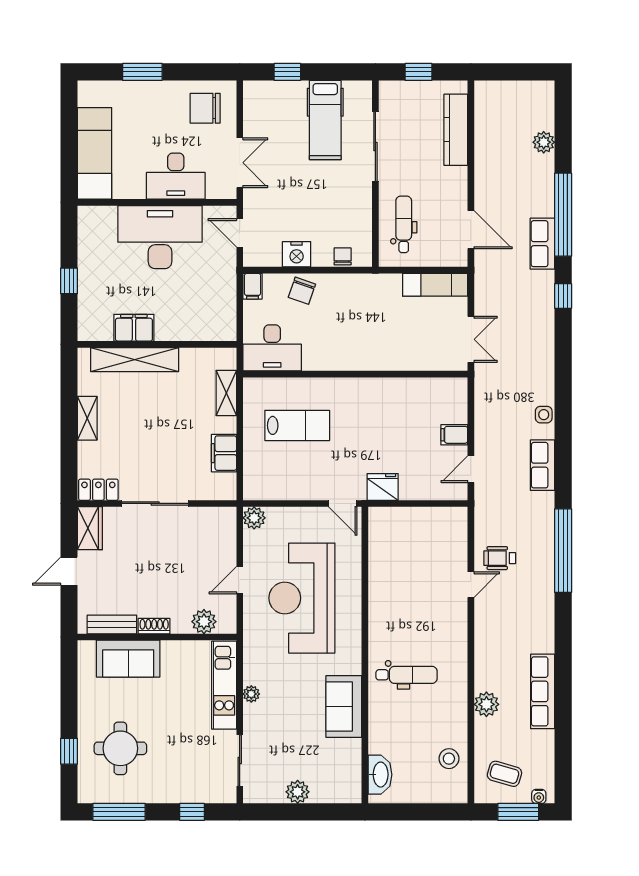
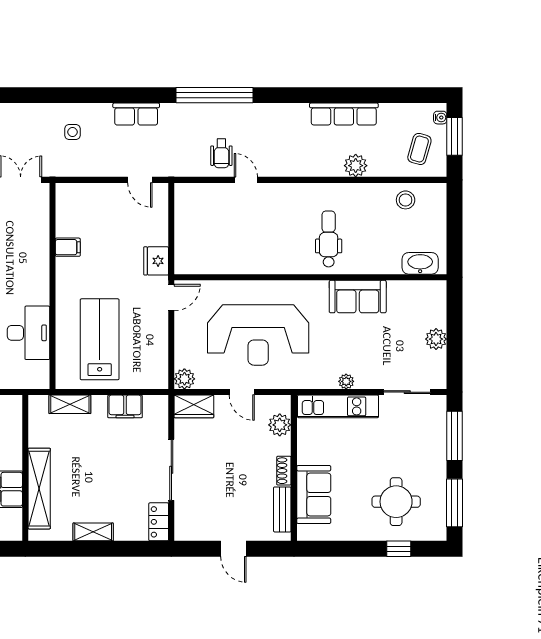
desk: (272, 348) -> (28, 333), moved
side table: (544, 415) -> (72, 132), moved
lab bench: (297, 425) -> (100, 339), width x1.36, depth x1.39
filing cabinet: (454, 435) -> (68, 247), moved, turned -90
wardrobe: (90, 528) -> (194, 406), moved, turned 180
window: (192, 812) -> (455, 436), width x2.17

